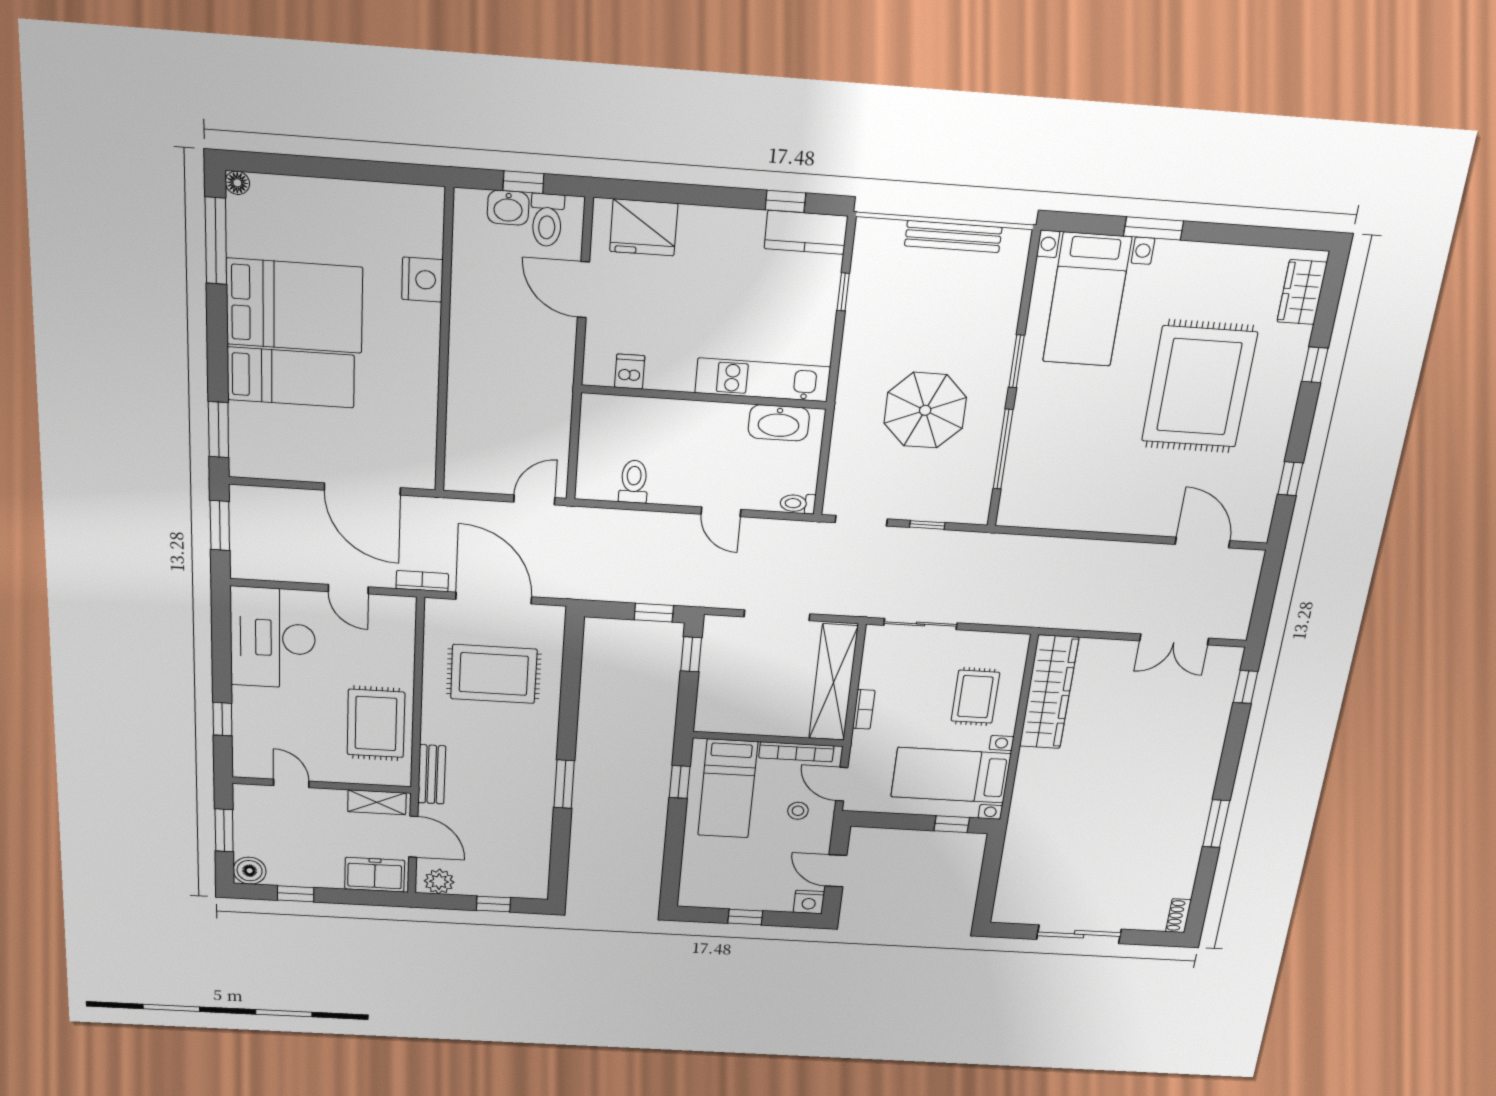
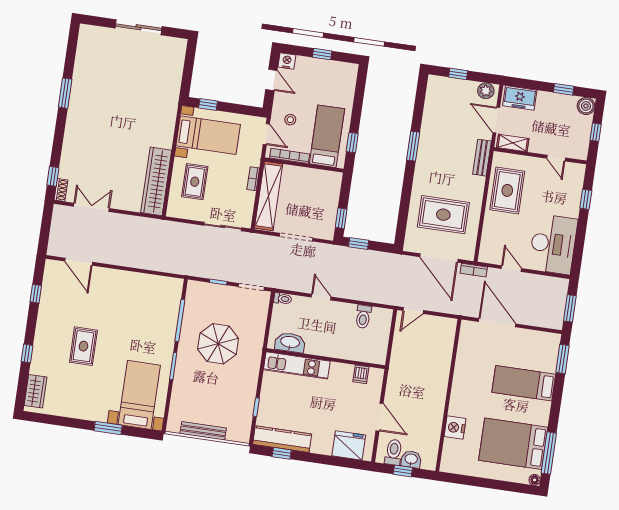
kitchen counter: (806, 232) -> (282, 439), width x1.50
bed: (294, 306) -> (513, 444), moved
rug: (1199, 387) -> (83, 346), width x0.54, depth x0.49
window: (224, 830) -> (596, 132), width x0.67
shoe rack: (1178, 916) -> (61, 190), moved

